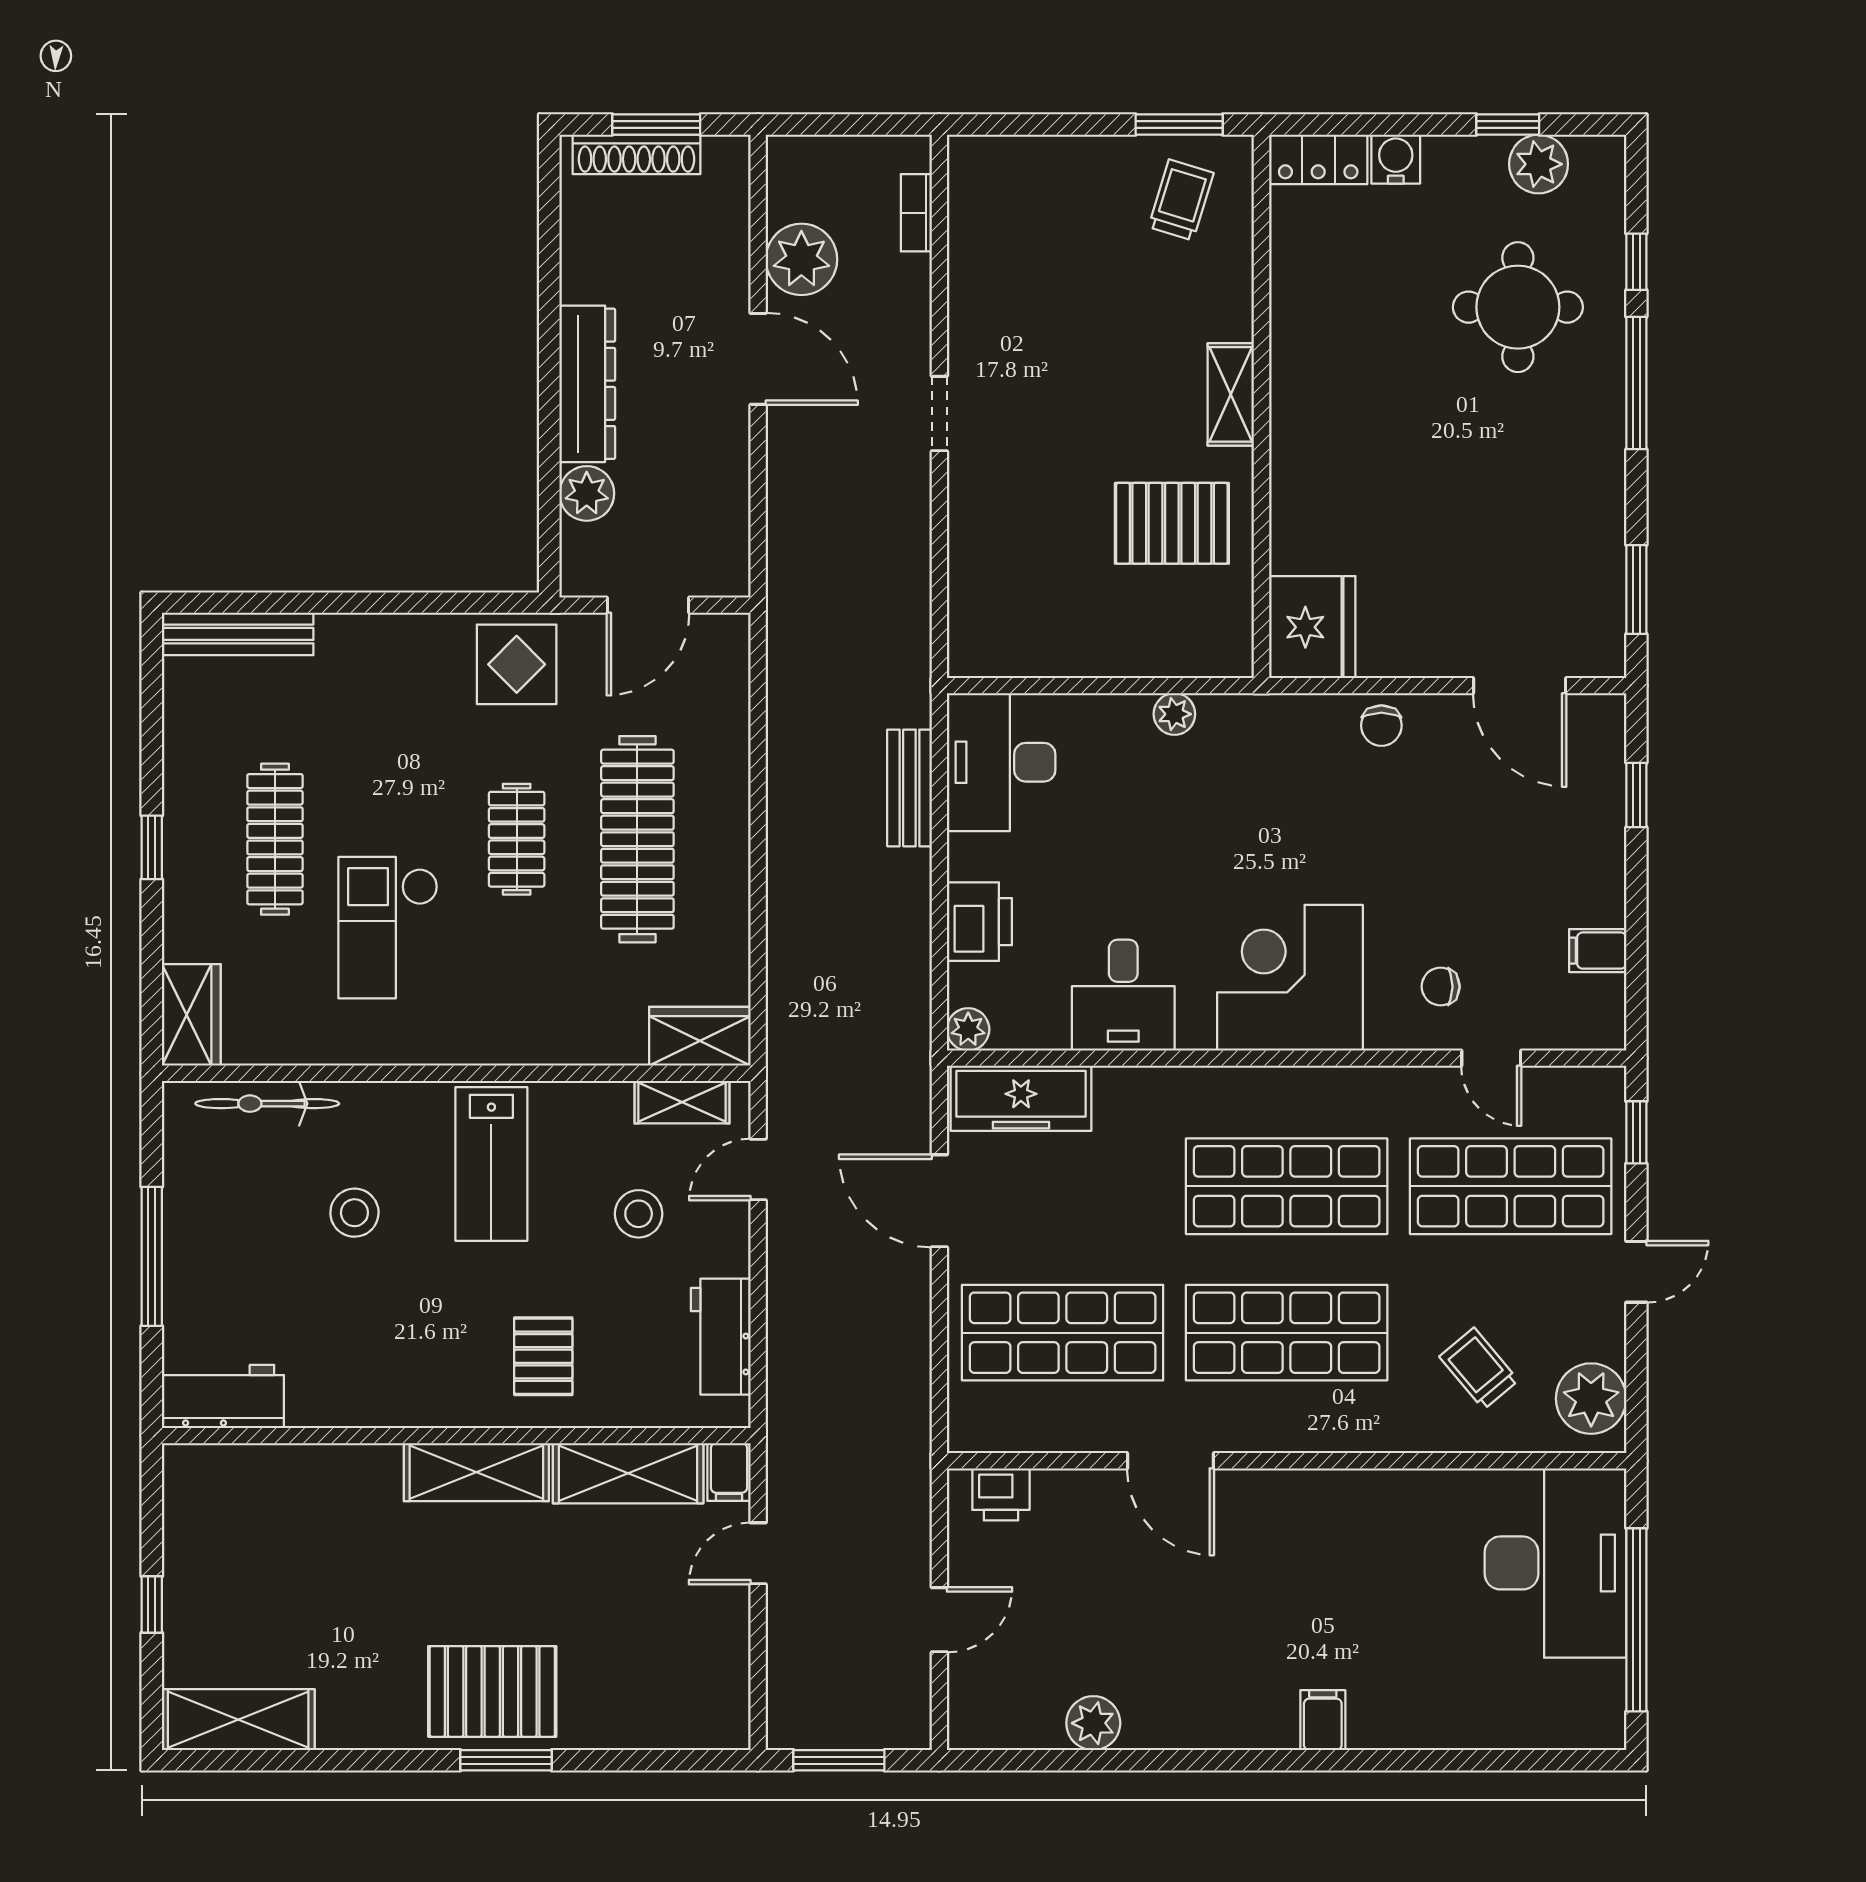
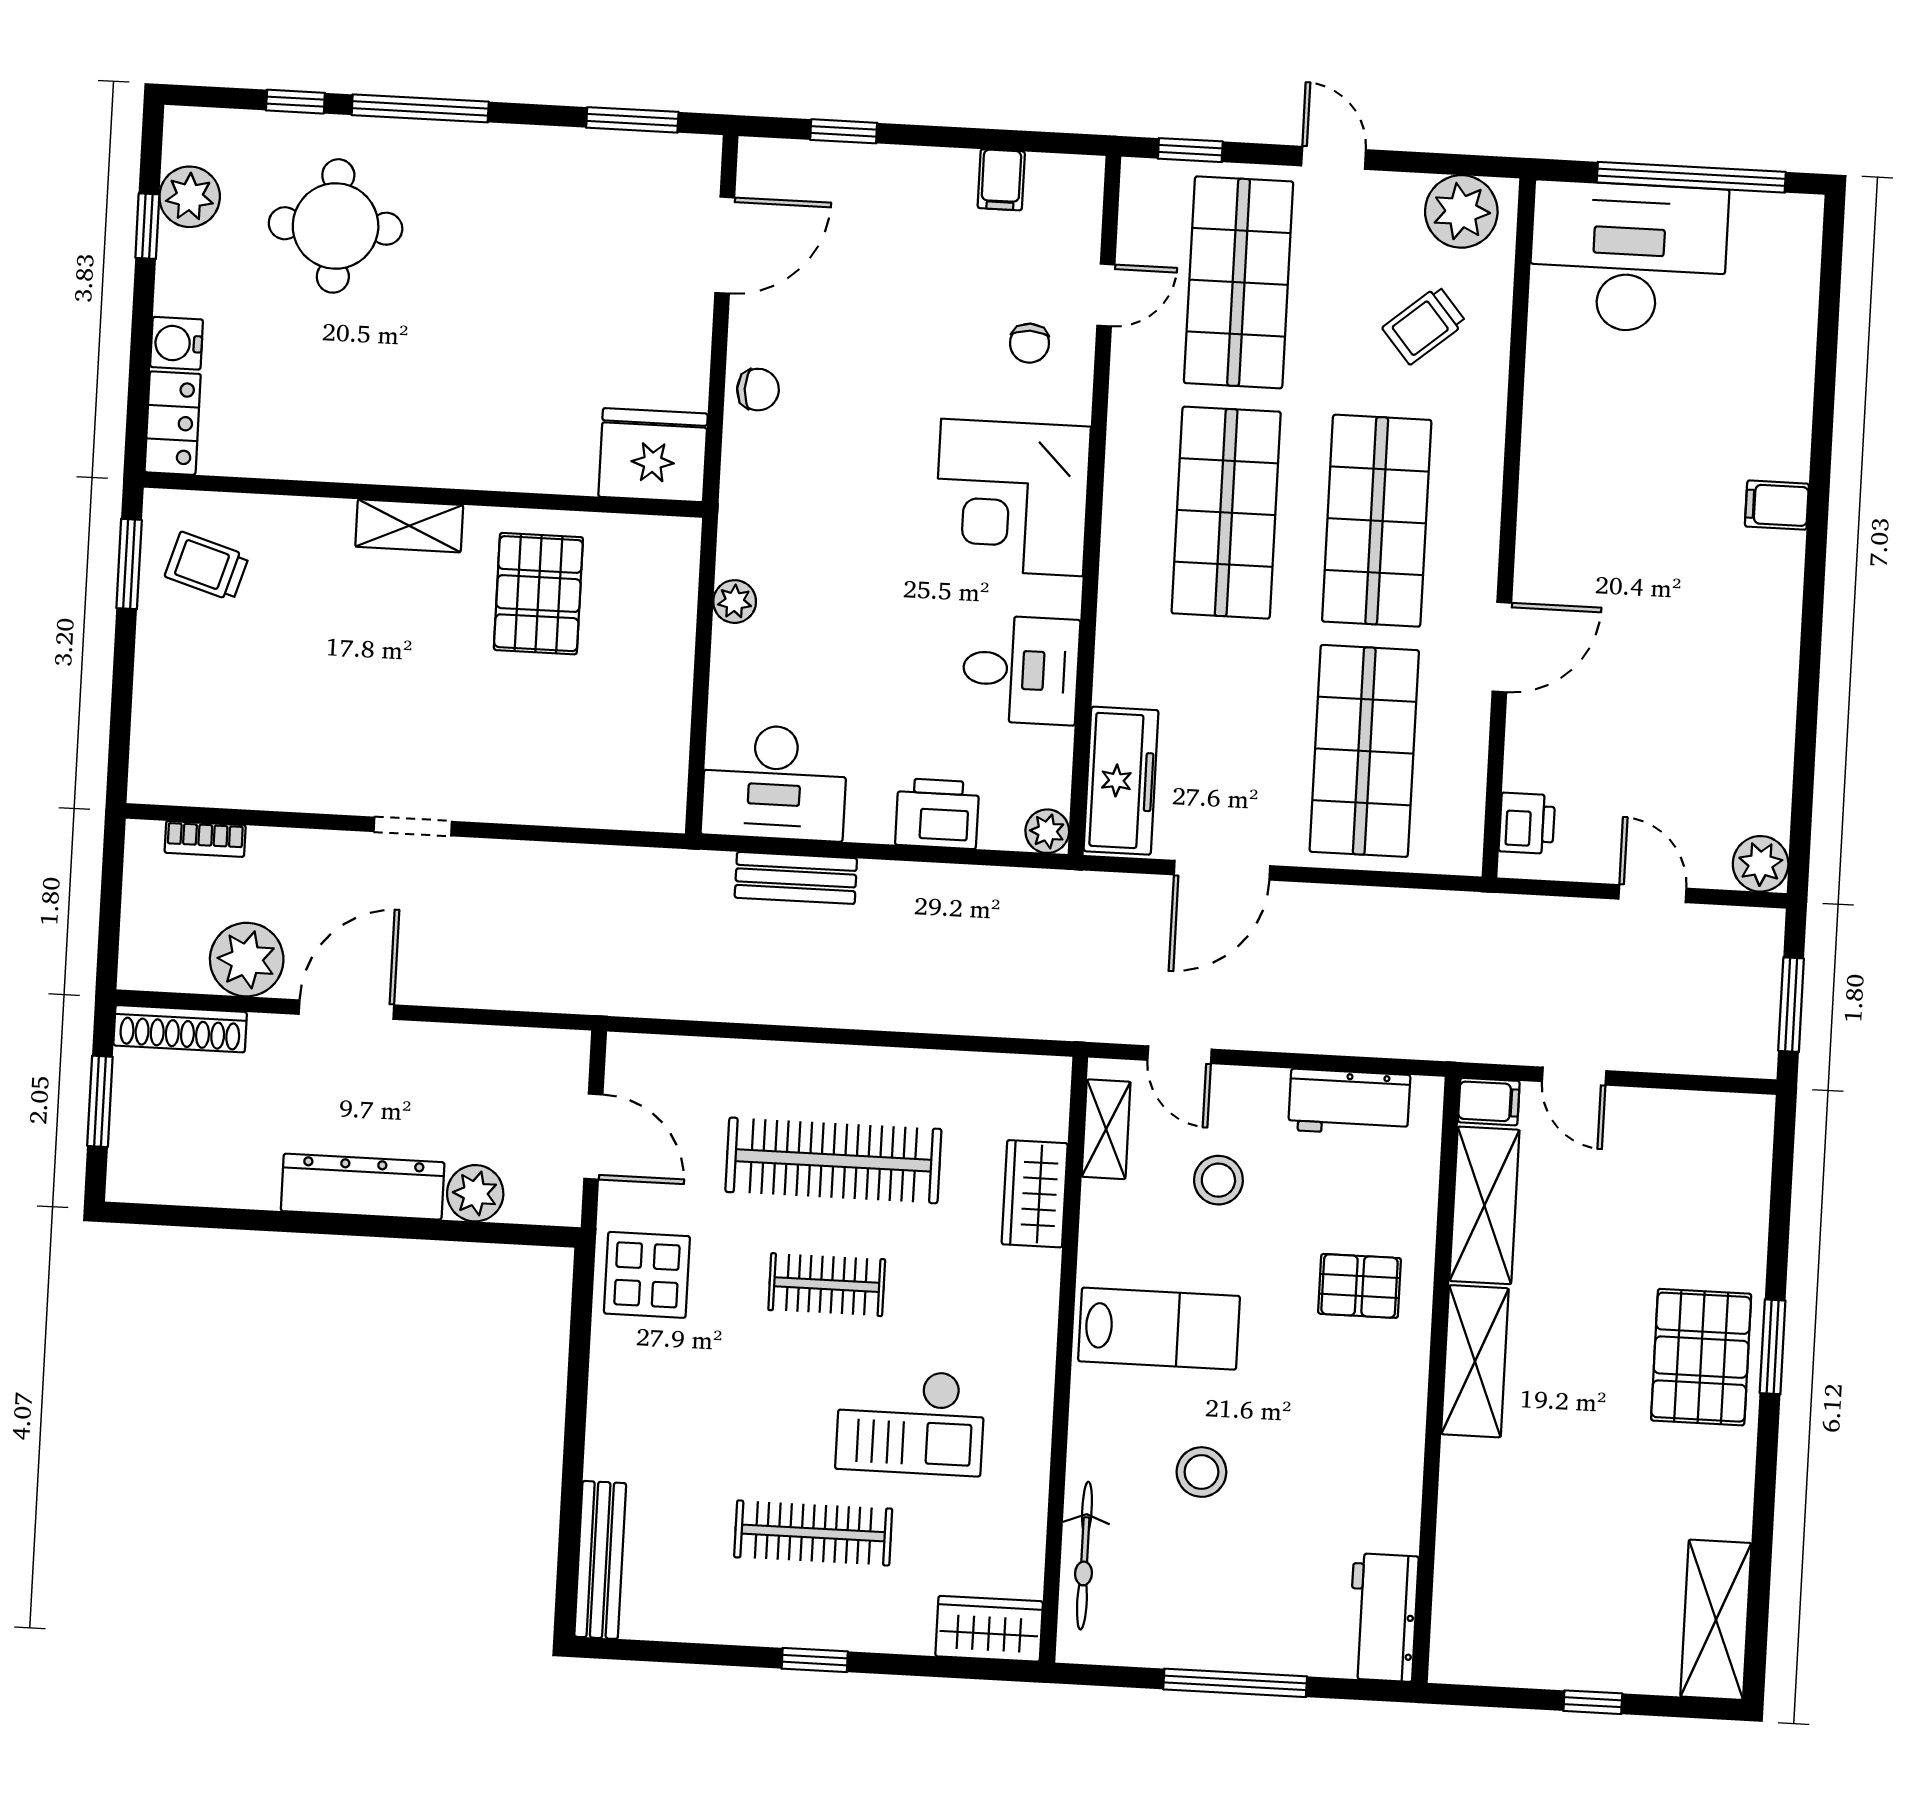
shoe rack: (636, 154) -> (180, 1029), moved, turned 90
wardrobe: (700, 1036) -> (1035, 1194), moved
plant: (1093, 1723) -> (1761, 864), moved

